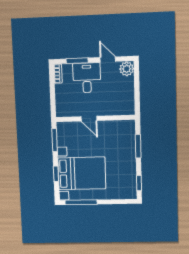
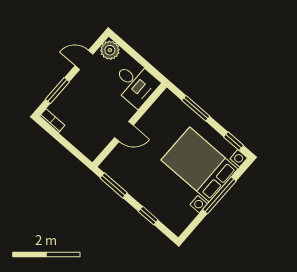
desk: (87, 78) -> (135, 84), moved, turned 180
bed with nightstands: (82, 173) -> (199, 164), moved, turned -90
window: (81, 202) -> (219, 195), moved

